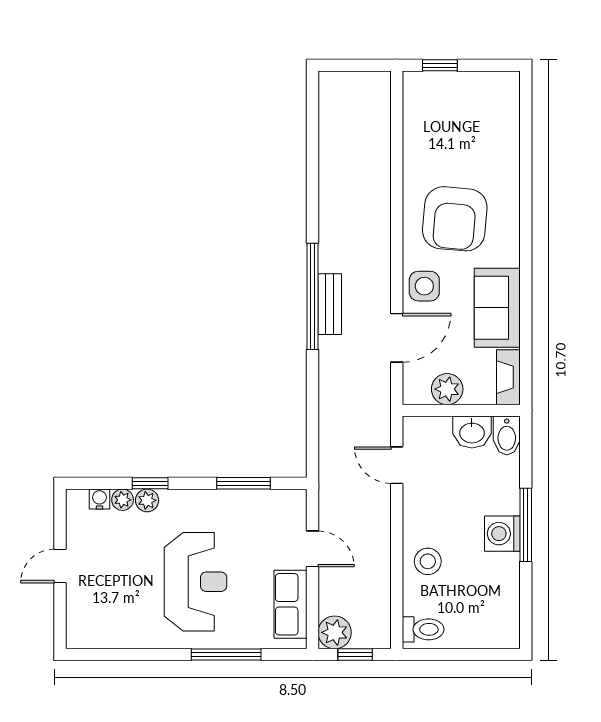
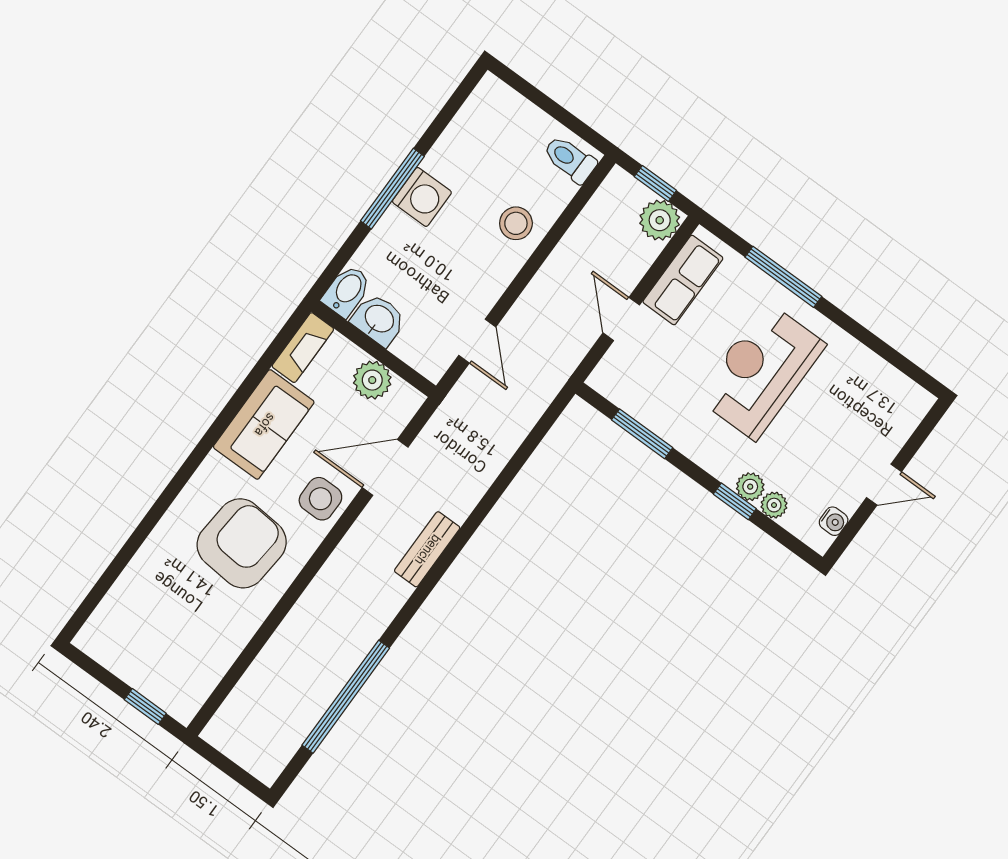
window: (313, 296) -> (346, 697), moved
water cooler: (99, 499) -> (834, 521), moved, turned -90

